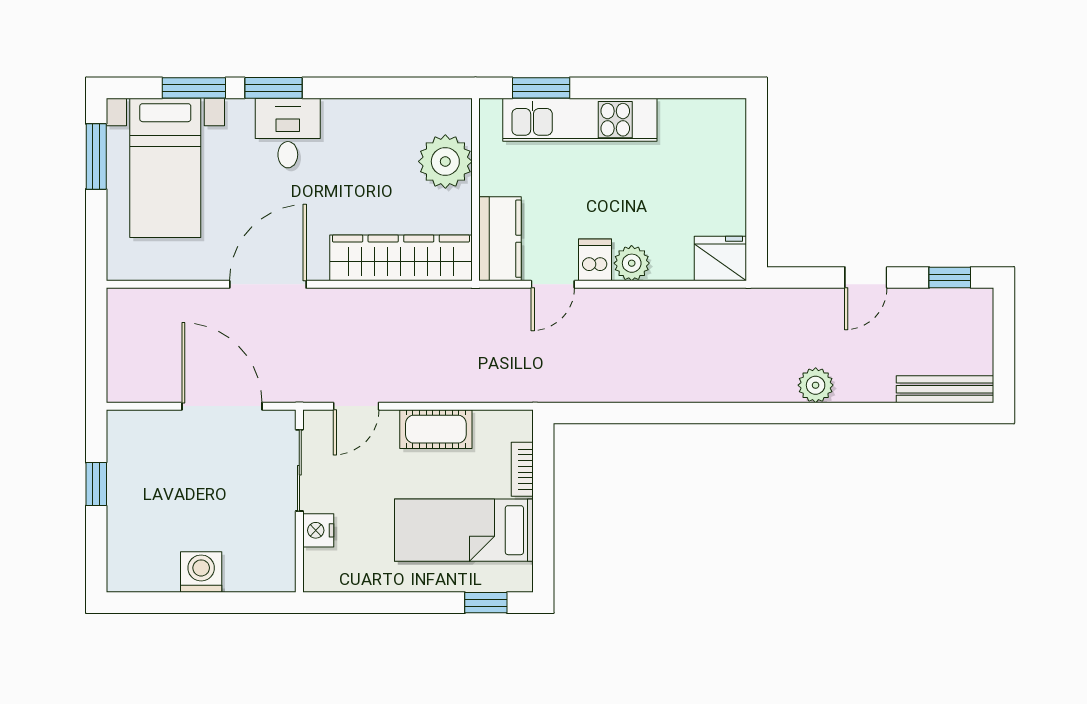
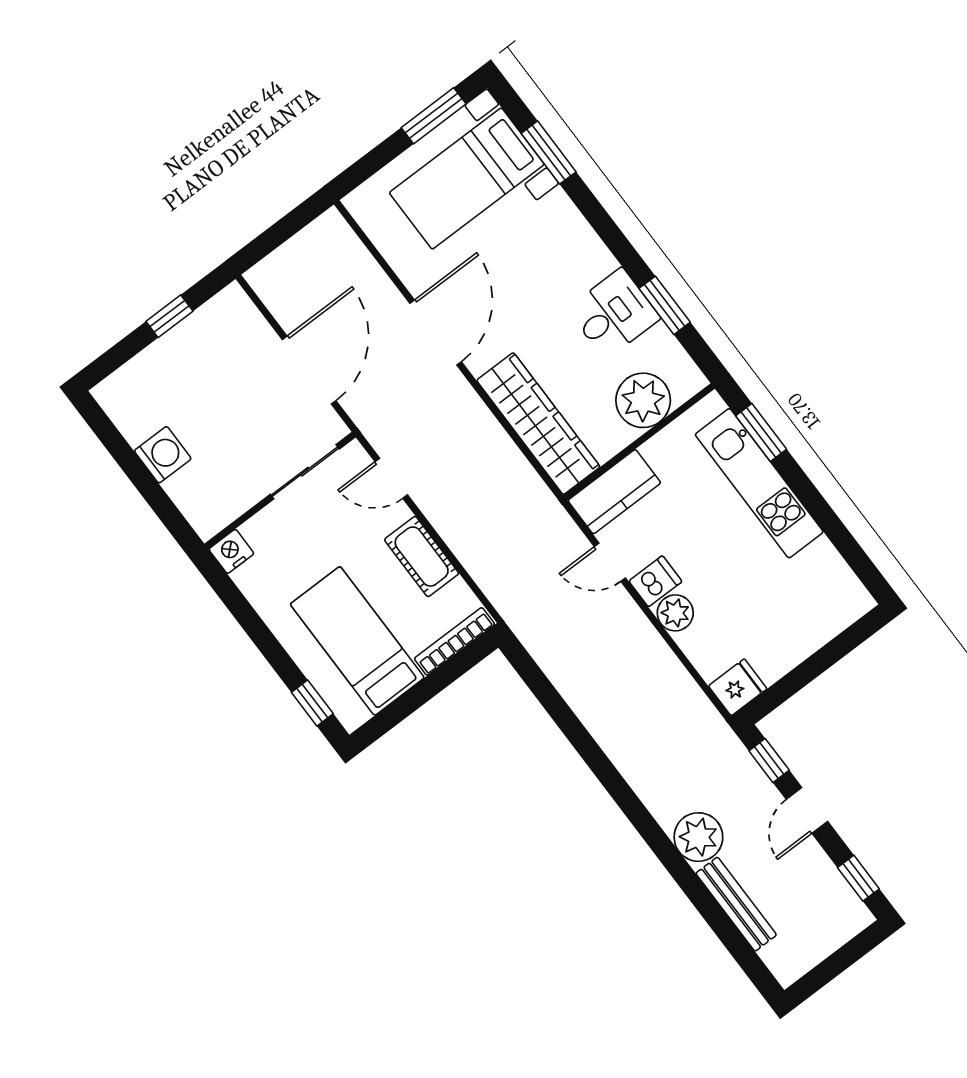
window: (274, 88) -> (665, 305), moved
desk: (288, 133) -> (614, 314), moved
fridge: (720, 258) -> (738, 687), width x0.72
window: (804, 278) -> (769, 761), added
door: (866, 278) -> (807, 810), hinge flipped
door: (268, 284) -> (436, 332), hinge flipped
plant: (816, 385) -> (698, 837), width x1.36, depth x1.36
bench: (945, 389) -> (736, 904), moved
bookcase: (522, 469) -> (454, 641), width x1.56
nightstand: (318, 530) -> (231, 551), moved

